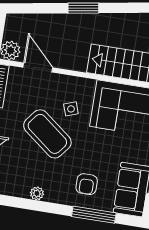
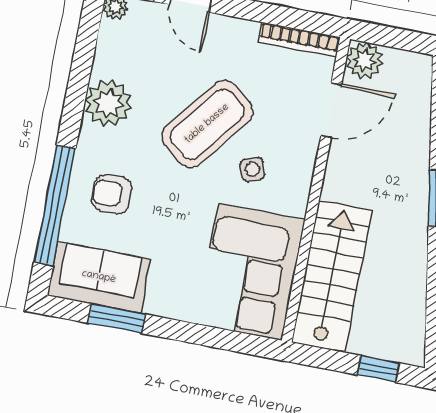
plant: (37, 193) -> (108, 103), width x1.87, depth x1.87
window: (94, 215) -> (55, 206), width x1.46

